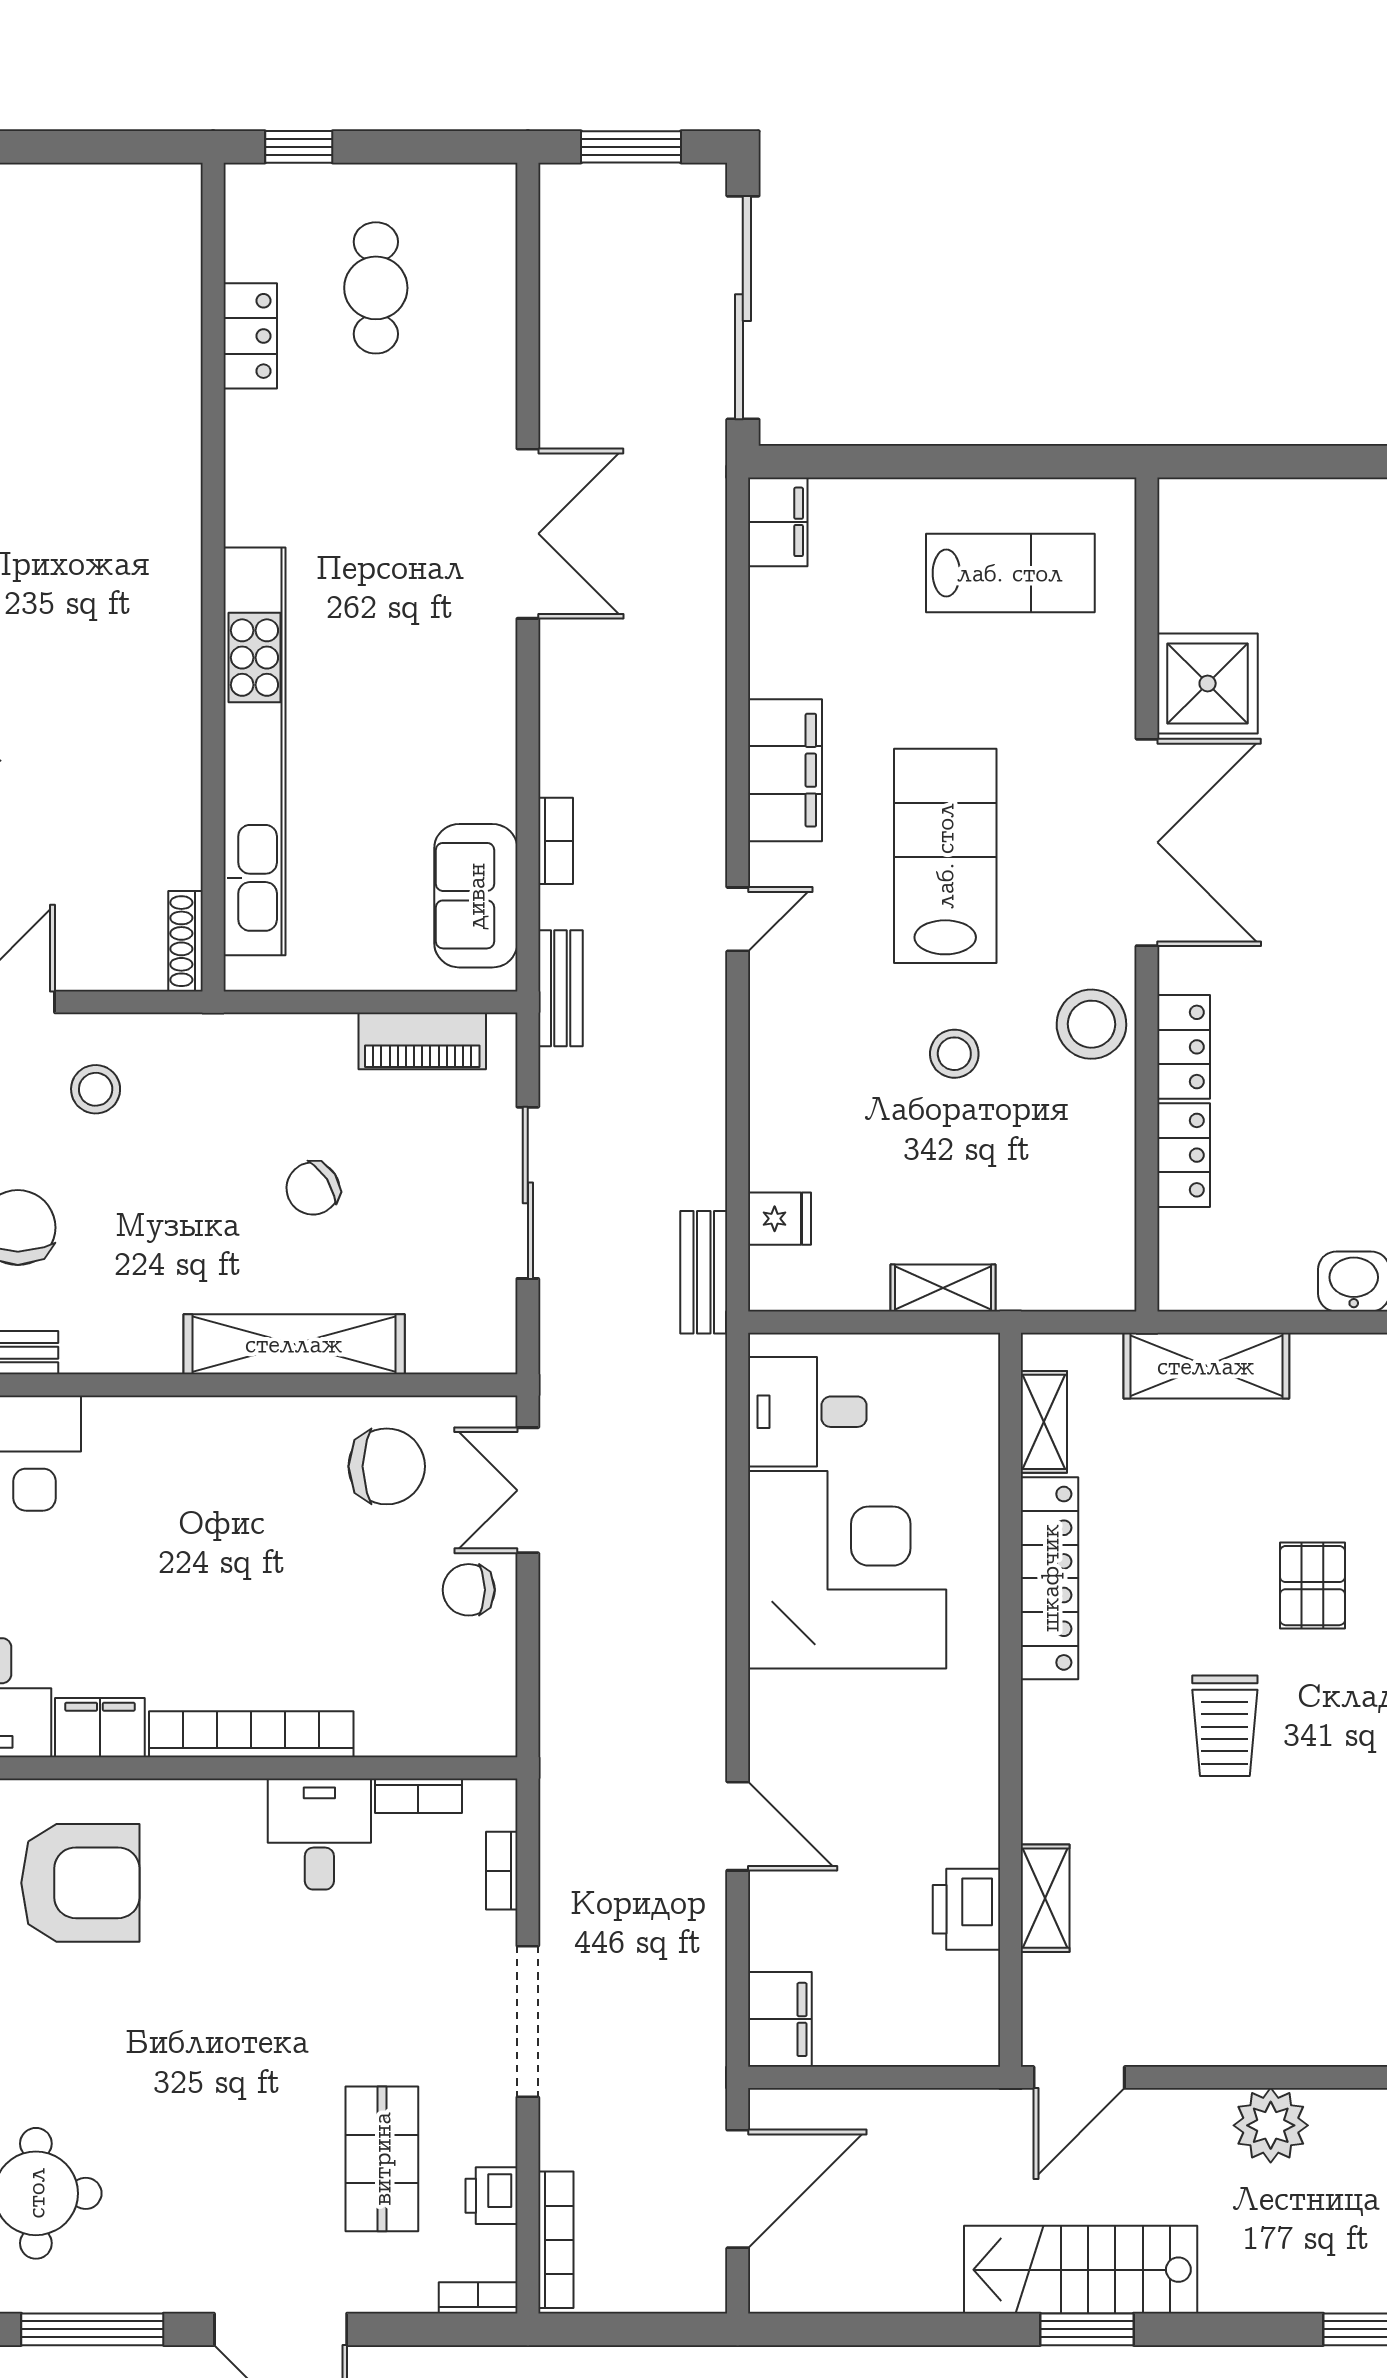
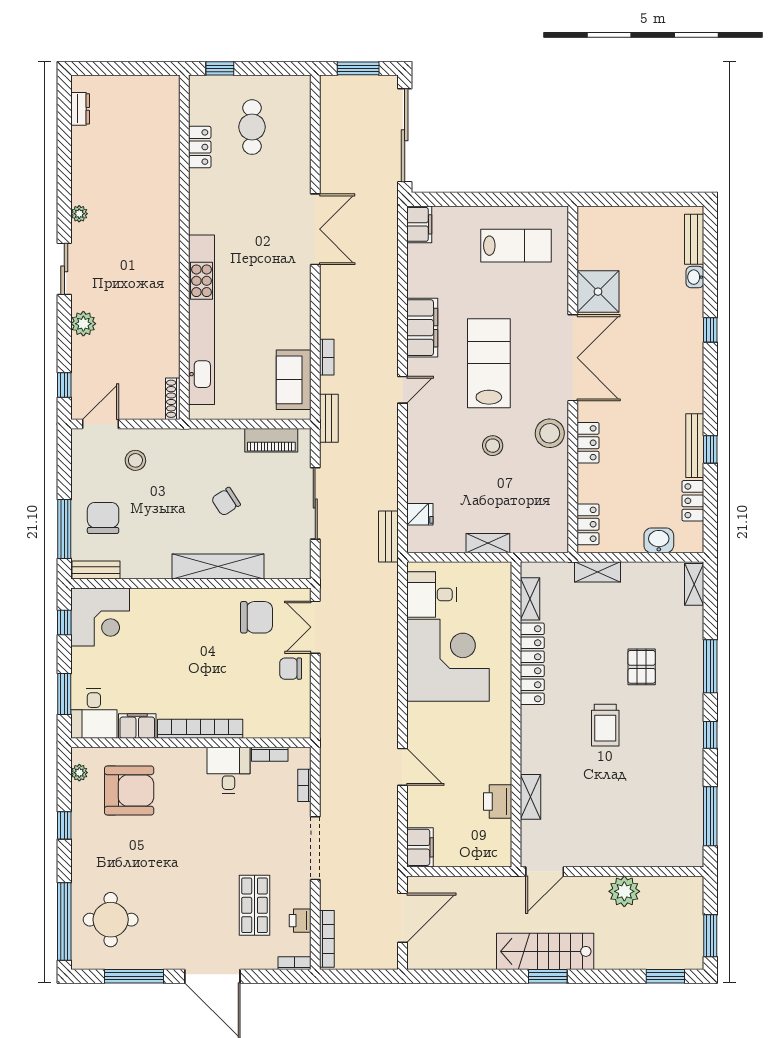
locker: (1184, 1155) -> (588, 524), moved
shelving: (1206, 1366) -> (598, 572), width x0.67, depth x0.75

